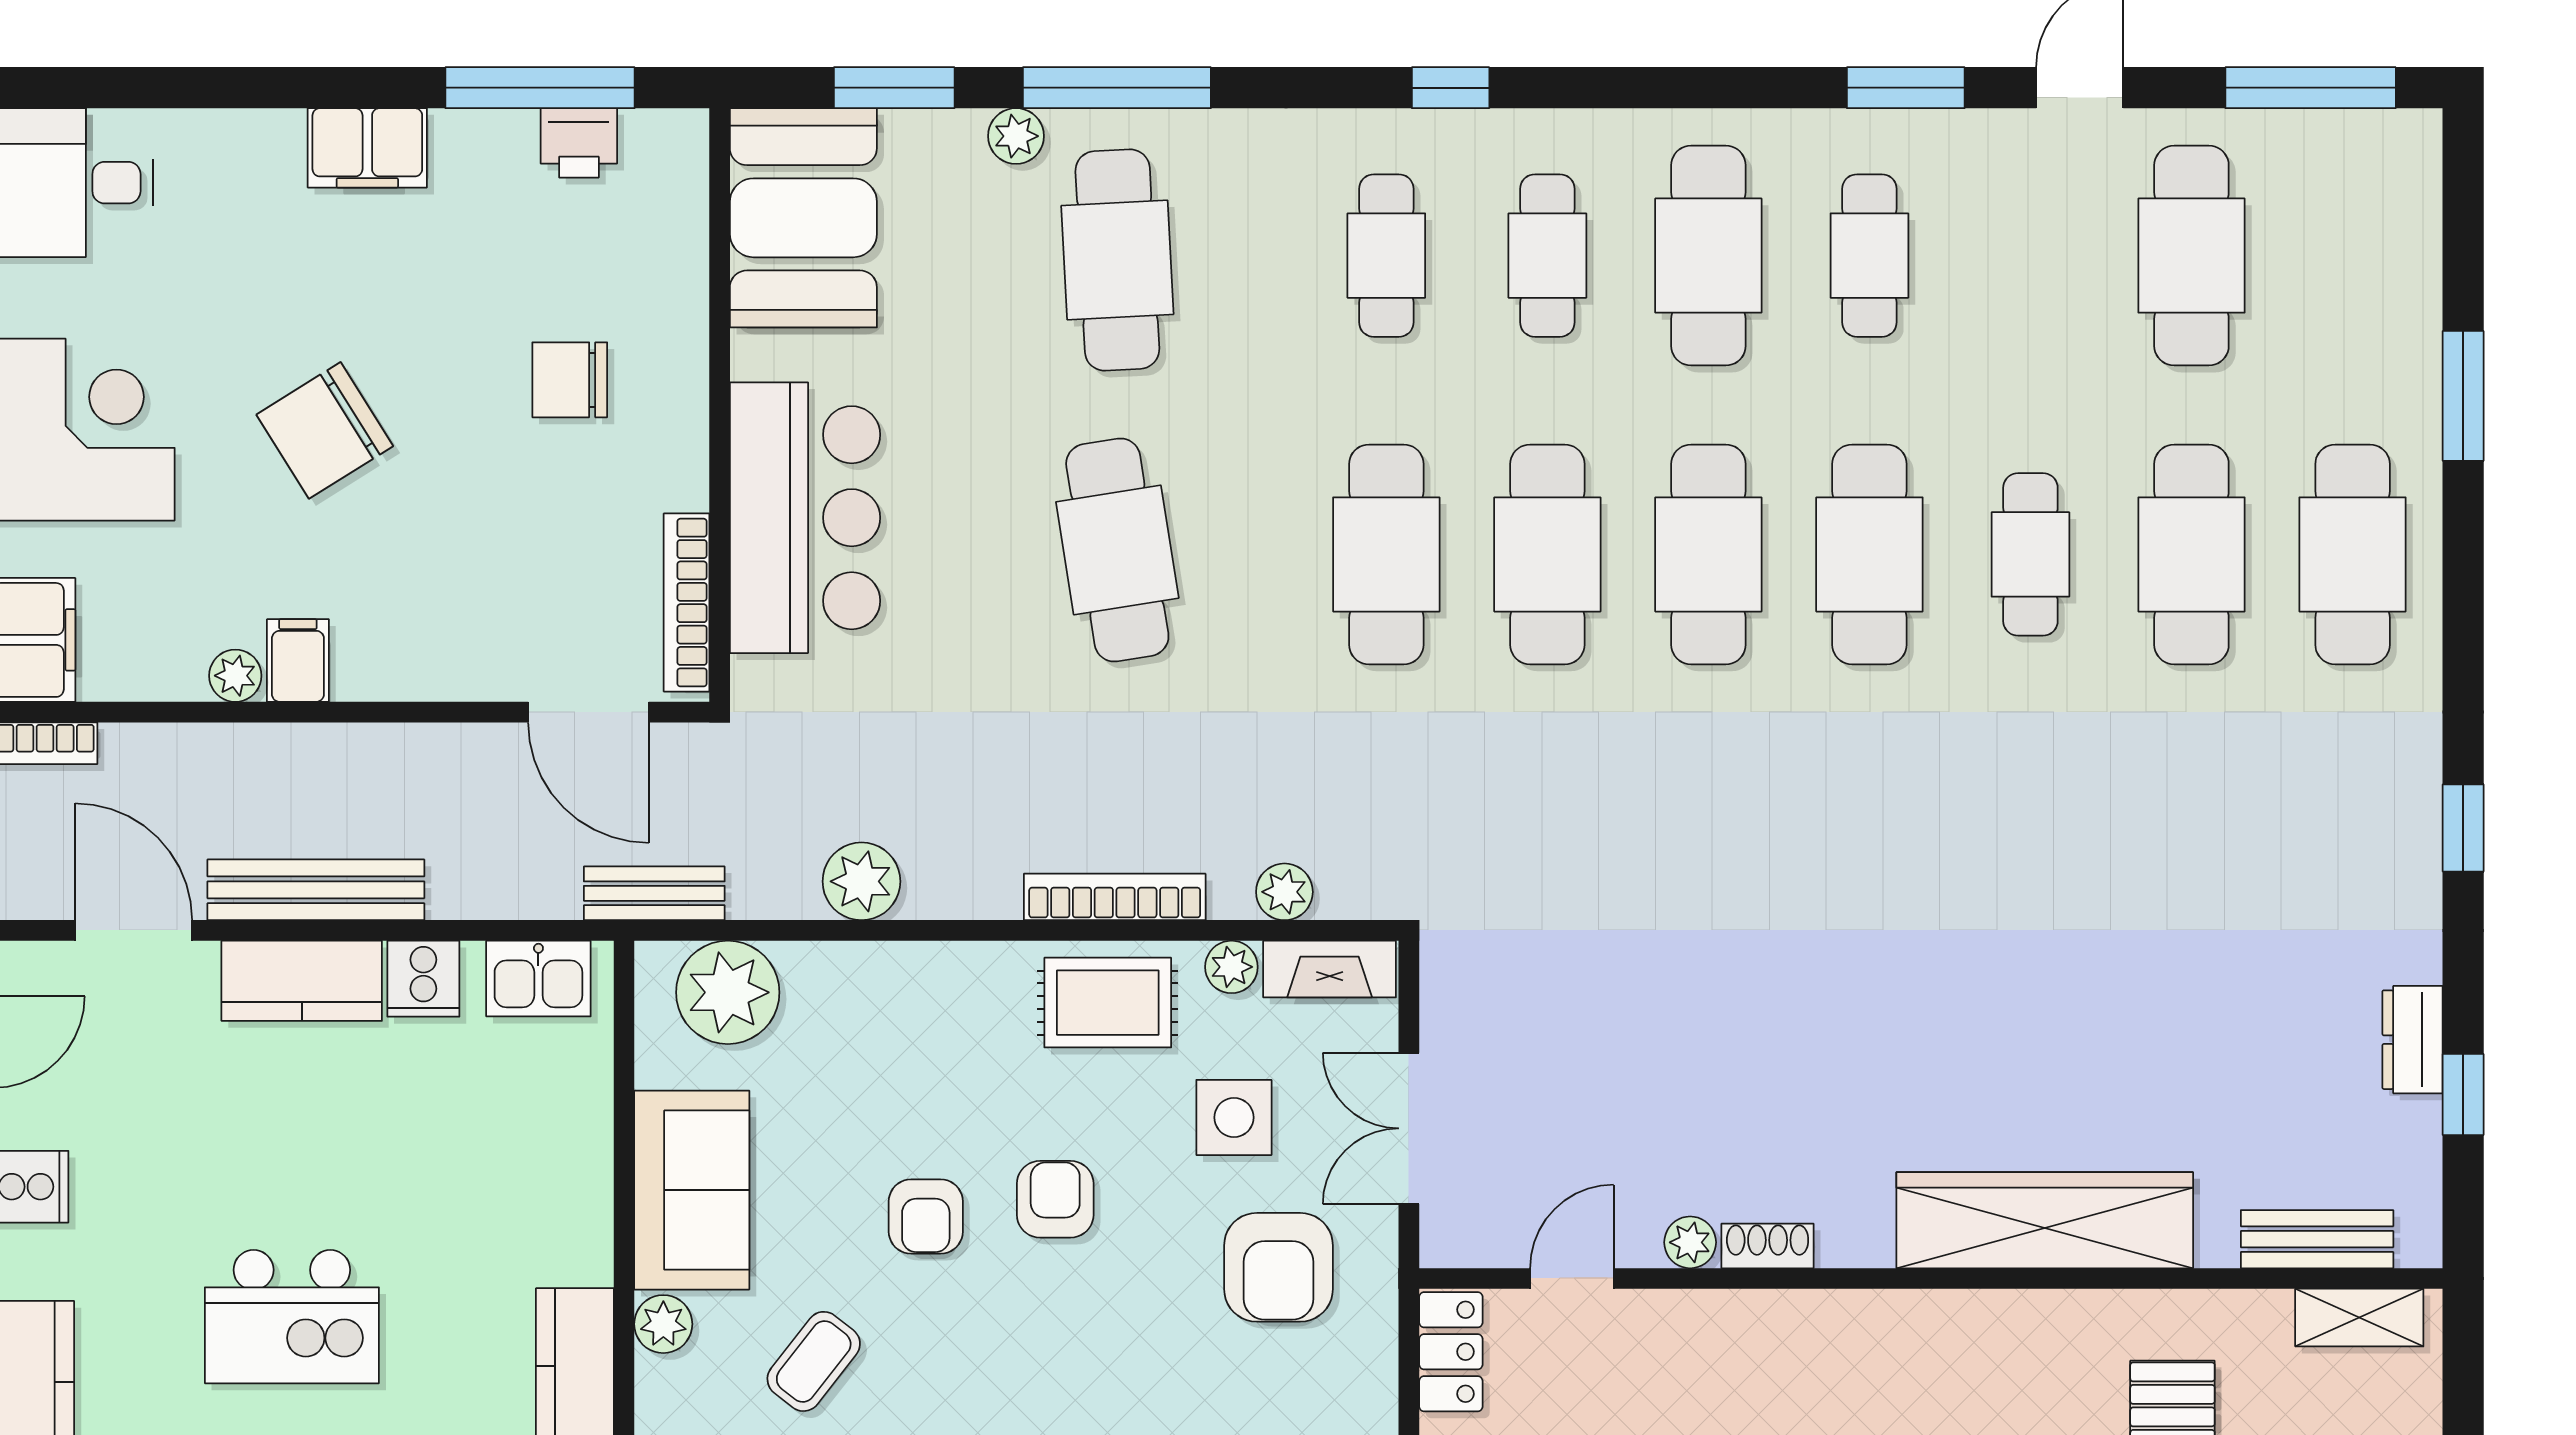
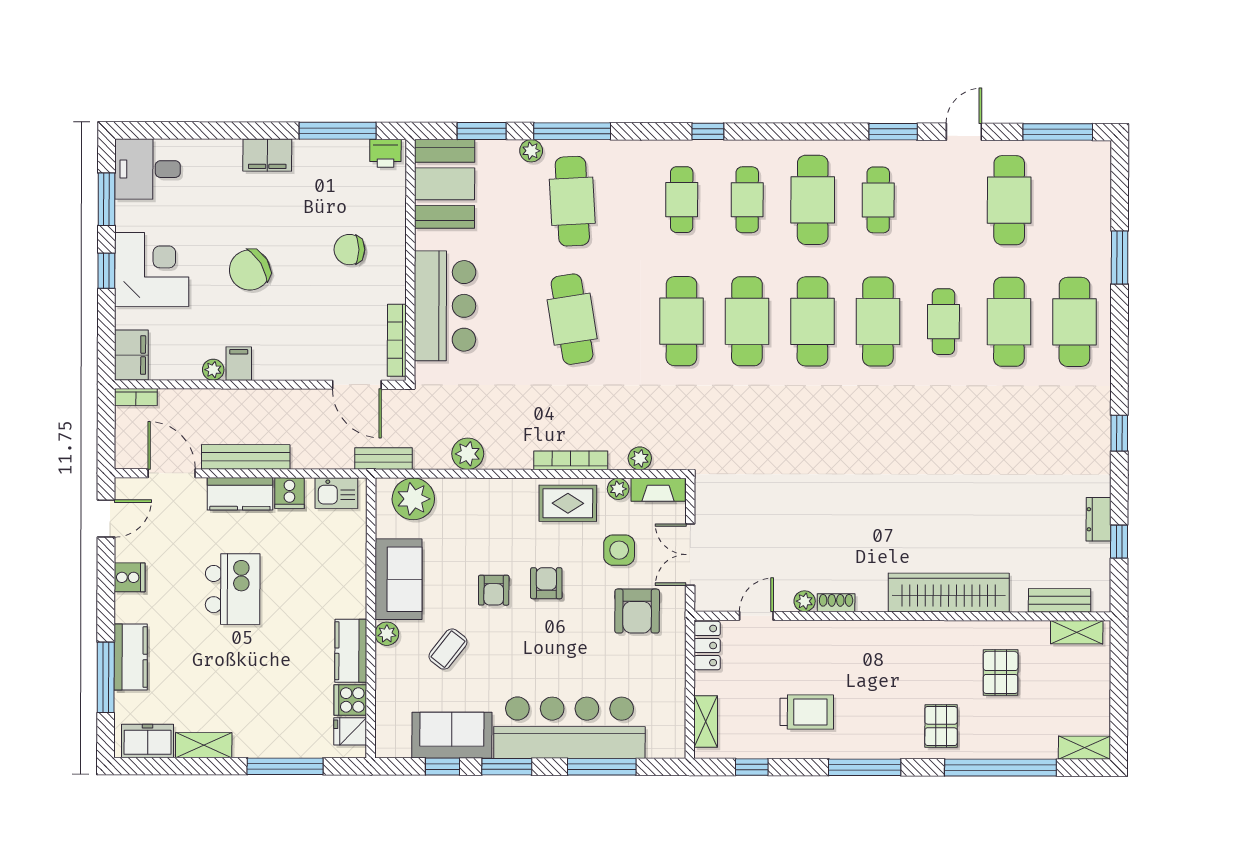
printer: (579, 143) -> (385, 153), moved
kitchen island: (292, 1317) -> (233, 589), moved, turned -90

